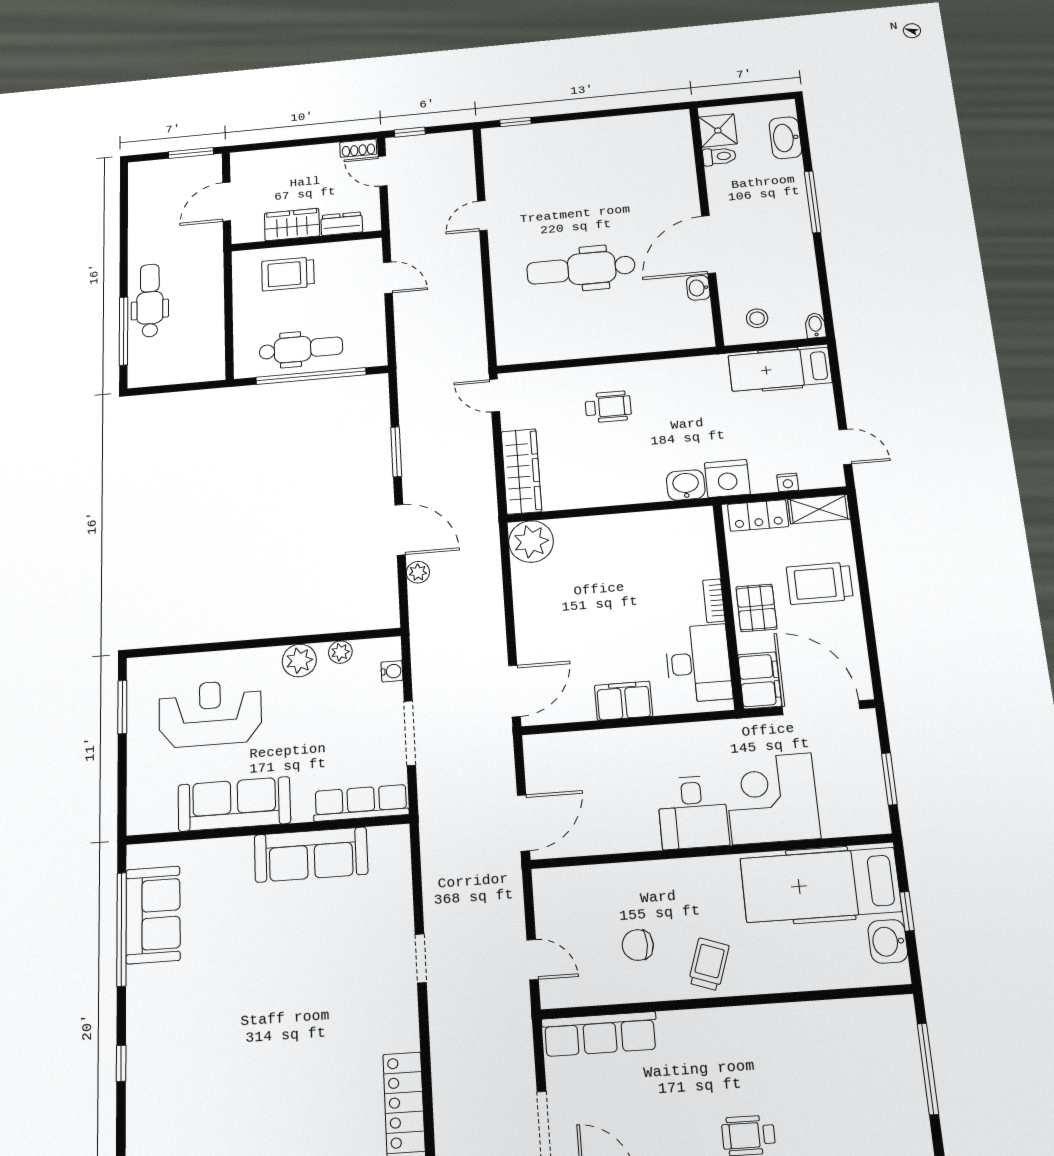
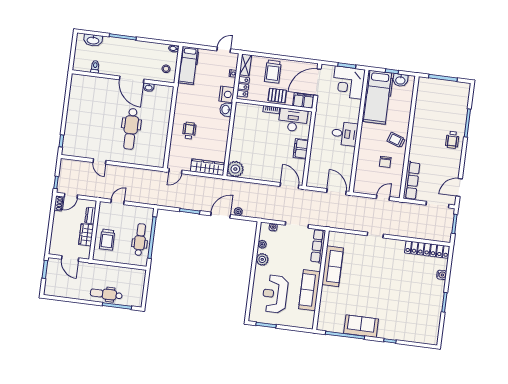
shower: (718, 130) -> (84, 65), removed
corner desk: (772, 799) -> (348, 83), moved
sofa: (153, 915) -> (361, 326), moved

